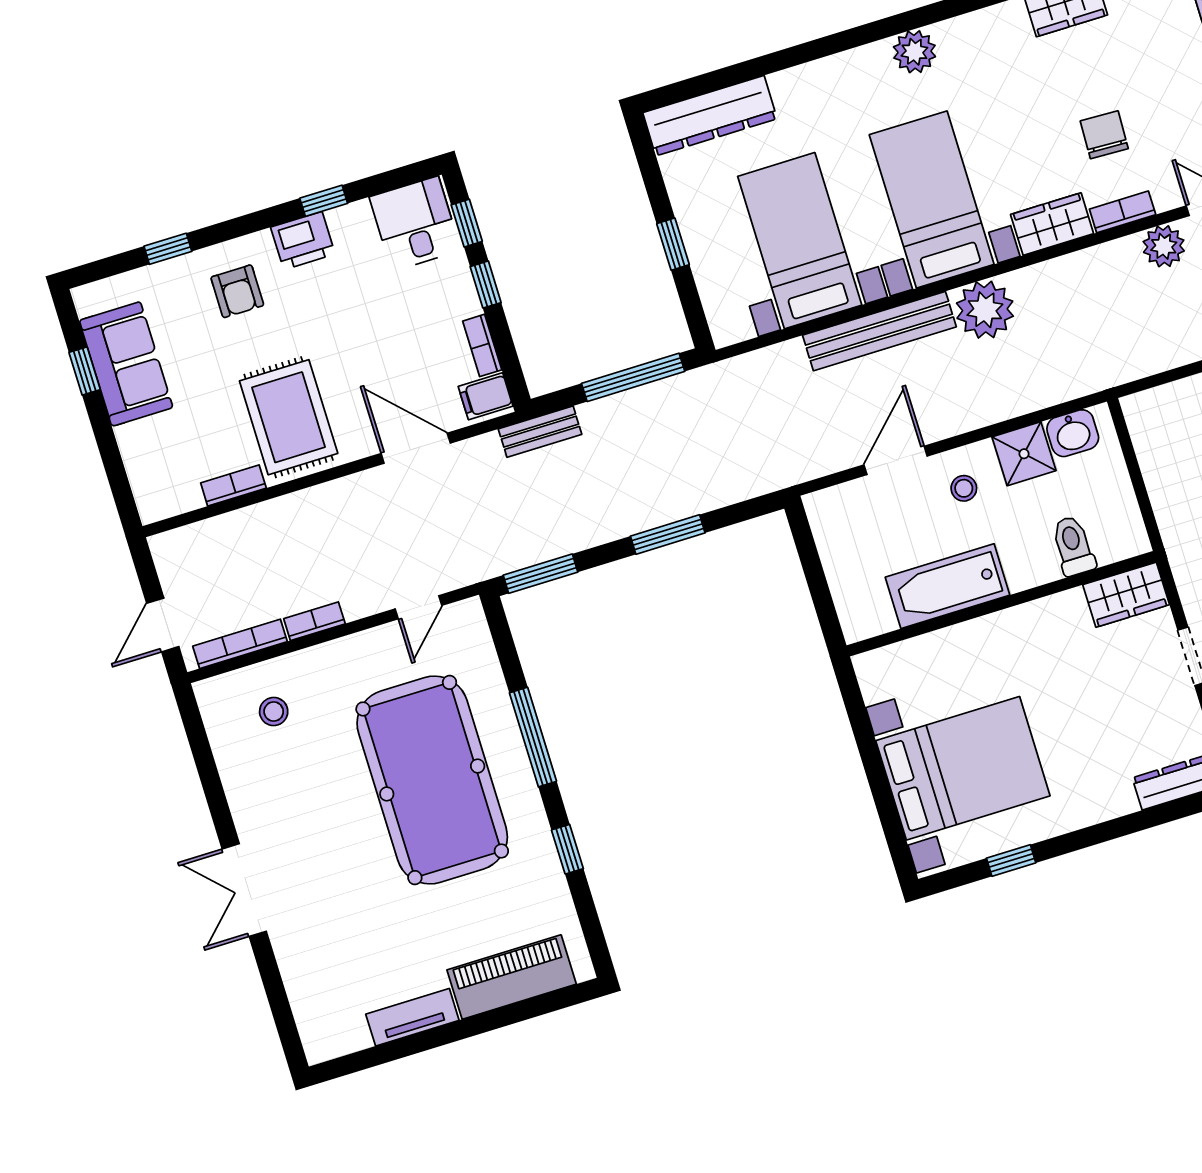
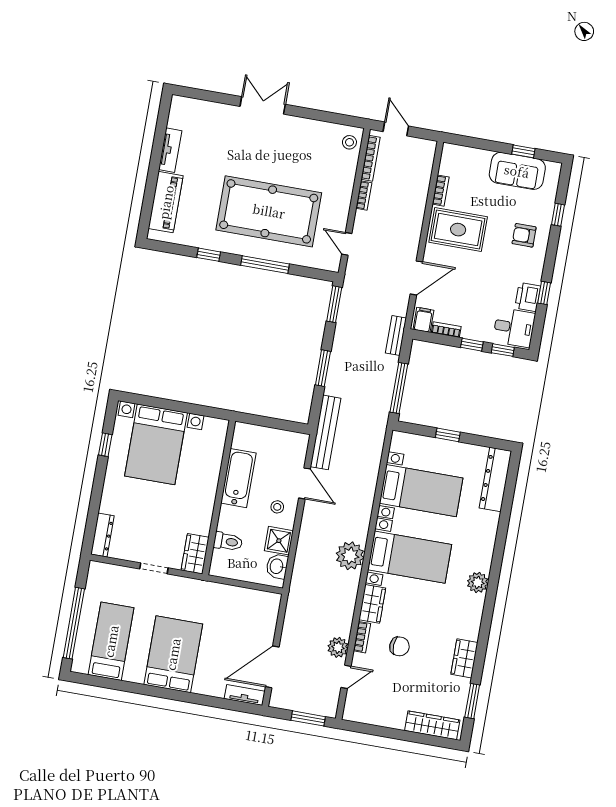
printer: (303, 241) -> (528, 297), moved
bench: (879, 331) -> (326, 432), moved
stool: (274, 712) -> (349, 142), moved

